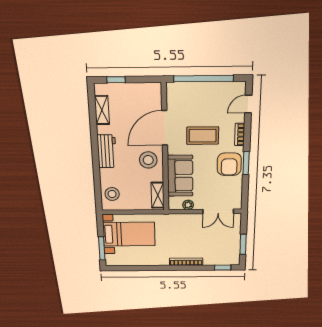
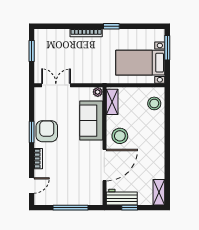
window: (204, 79) -> (70, 208), width x0.68
window: (116, 80) -> (130, 208), moved
shelving: (102, 110) -> (159, 192), moved
coffee table: (203, 136) -> (71, 158), removed
workbench: (107, 151) -> (122, 197), moved, turned 90
plant: (188, 205) -> (98, 92), moved
window: (223, 268) -> (111, 26), moved

